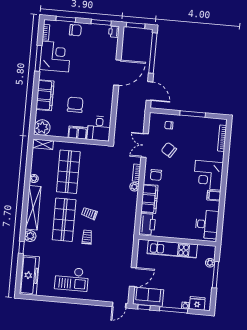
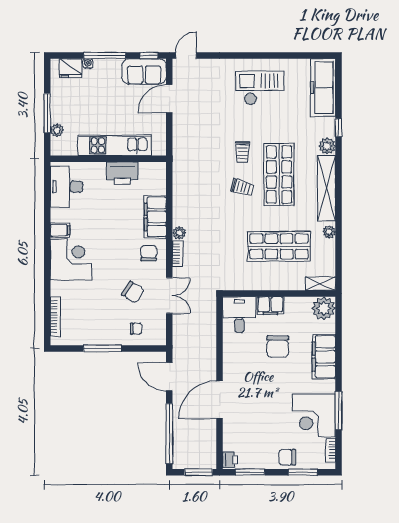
shop shelf: (68, 172) -> (279, 246), turned 90
printer: (147, 224) -> (122, 173), moved, turned -90

